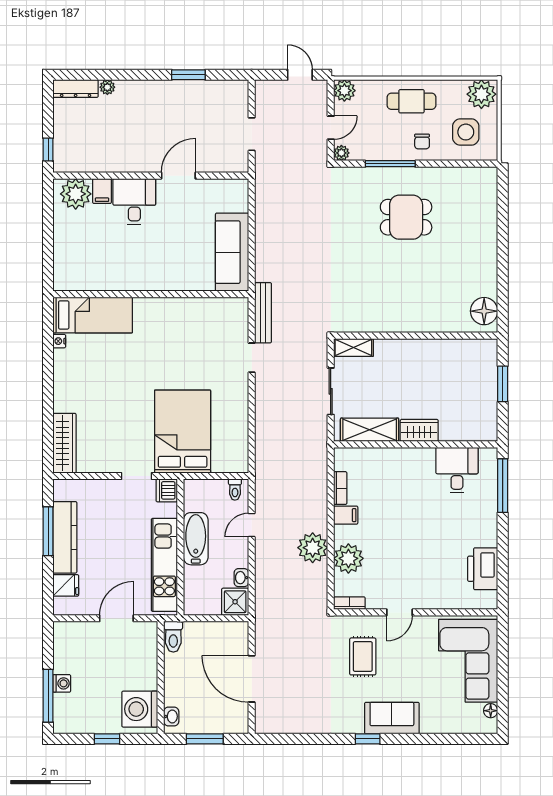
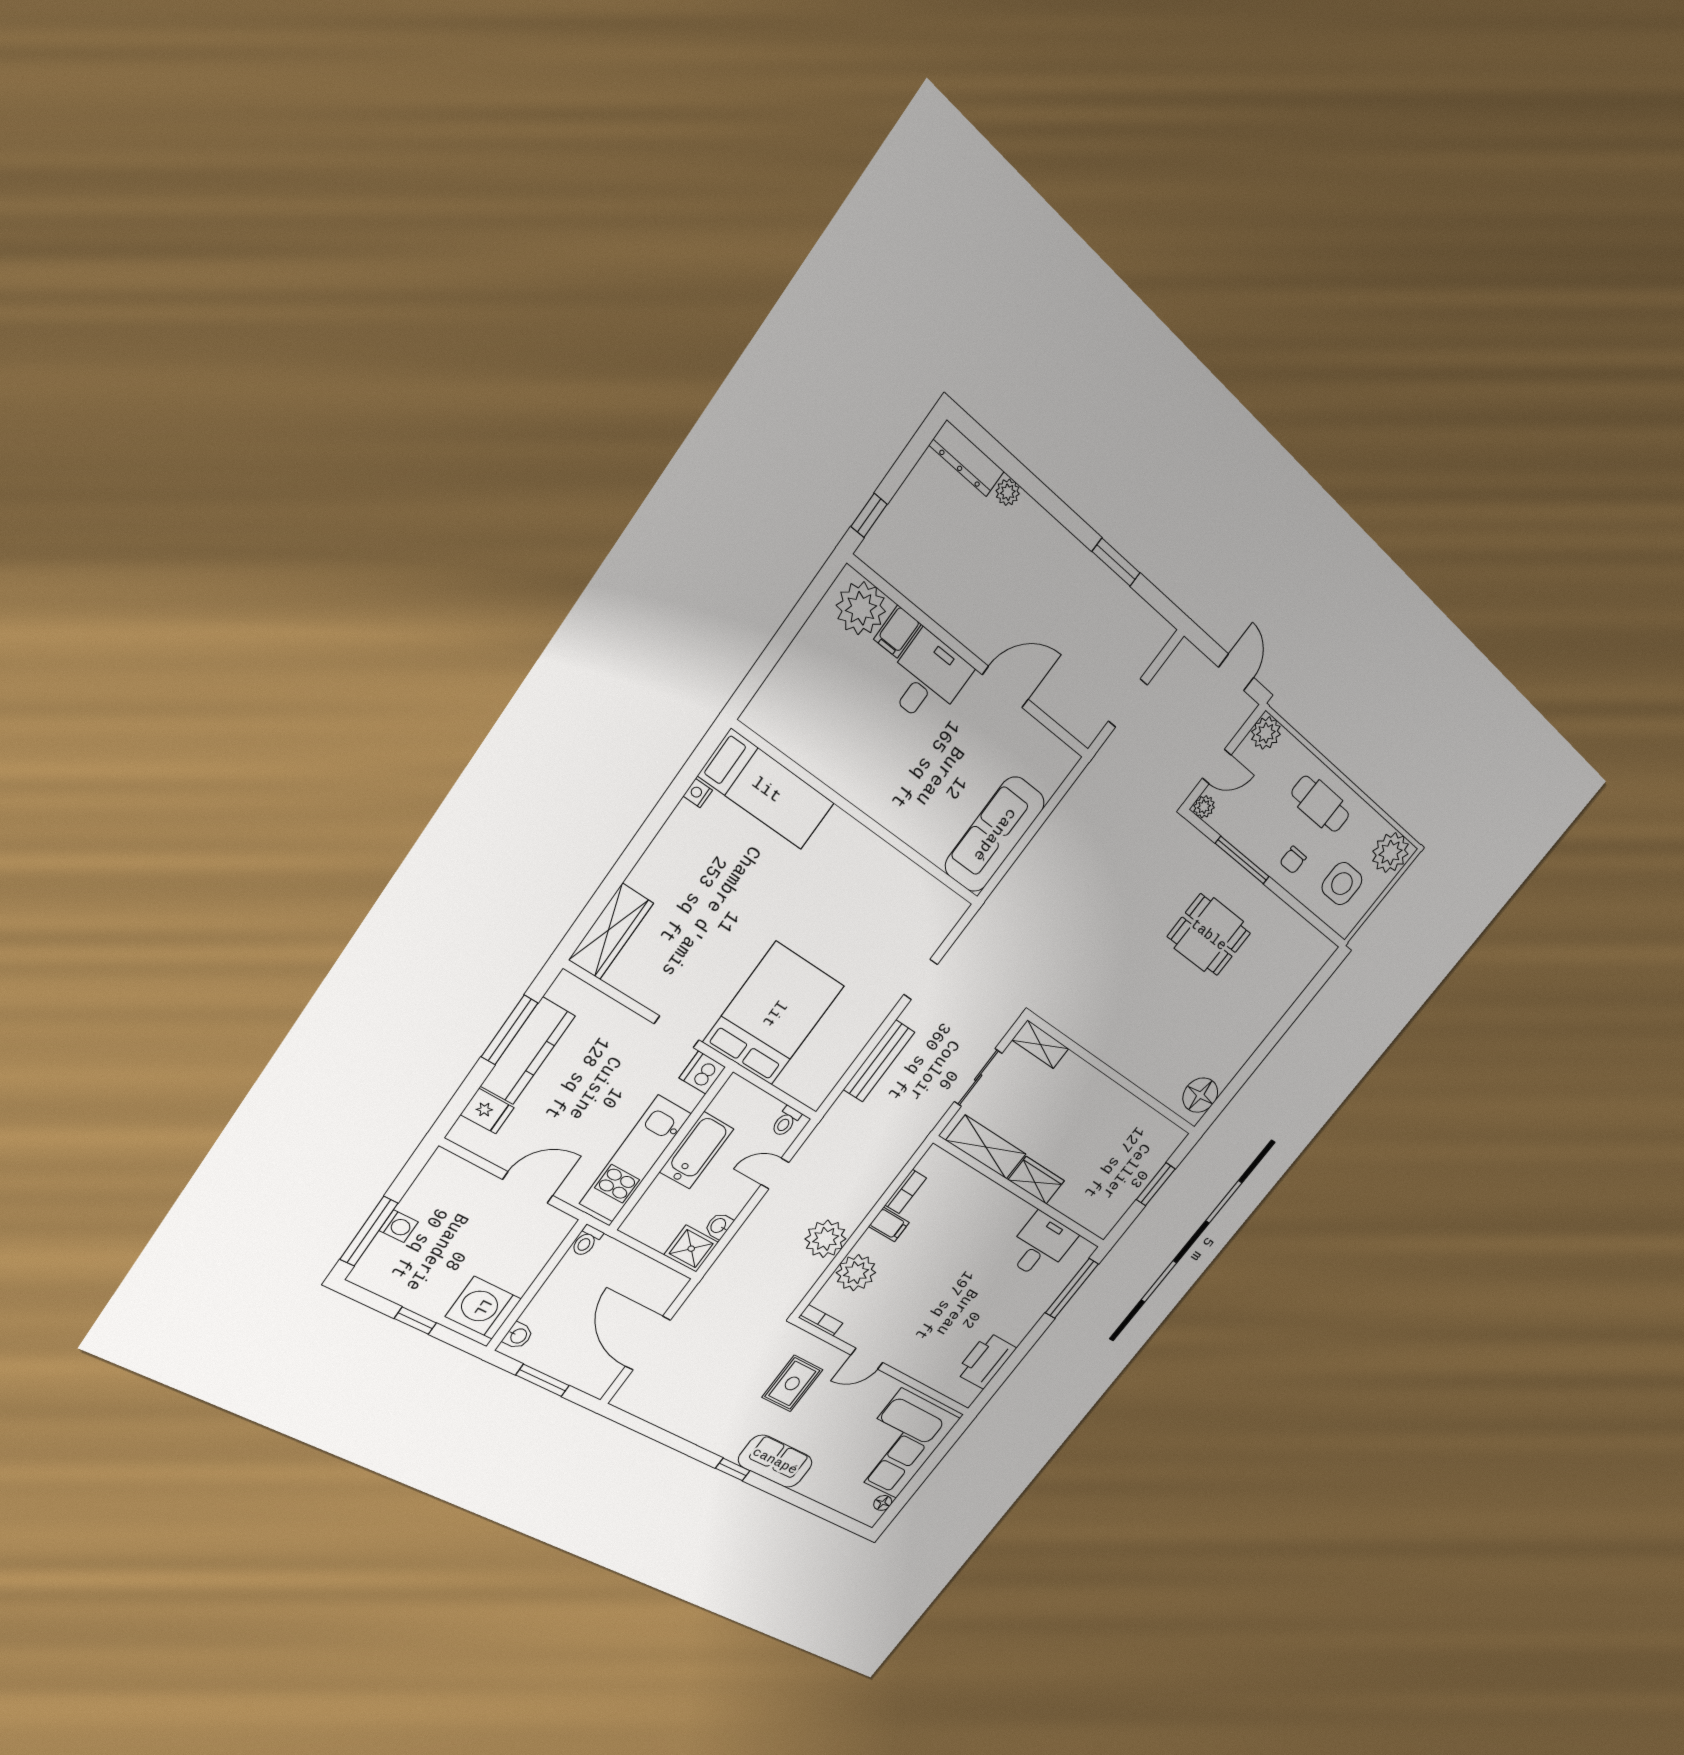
bench: (263, 313) -> (879, 1061), moved
toilet: (173, 637) -> (586, 1241), width x0.73, depth x0.72

